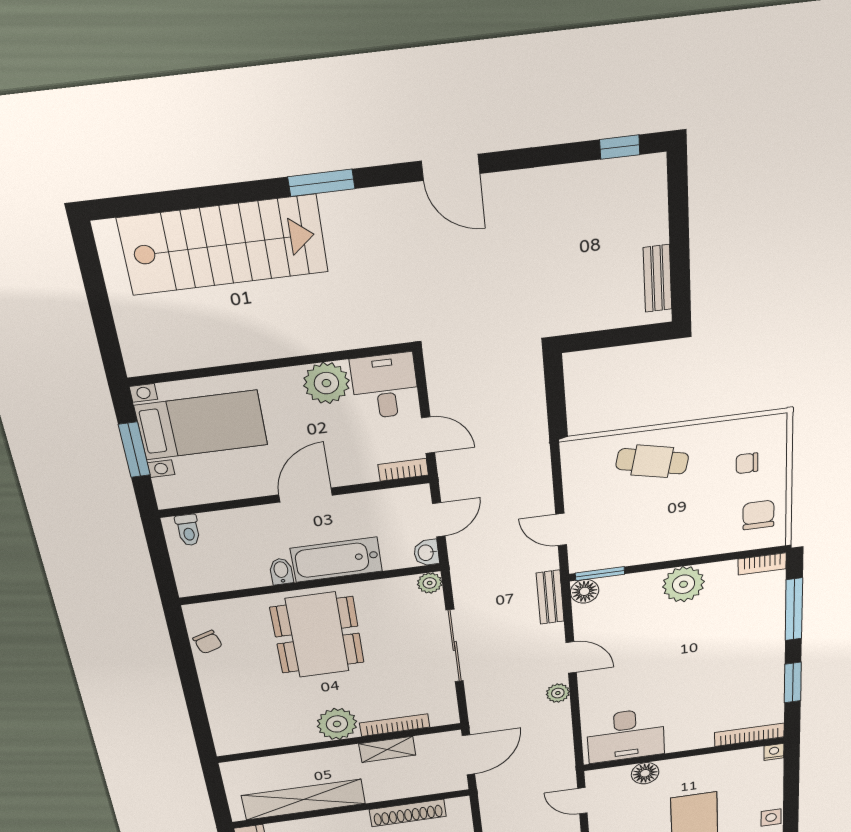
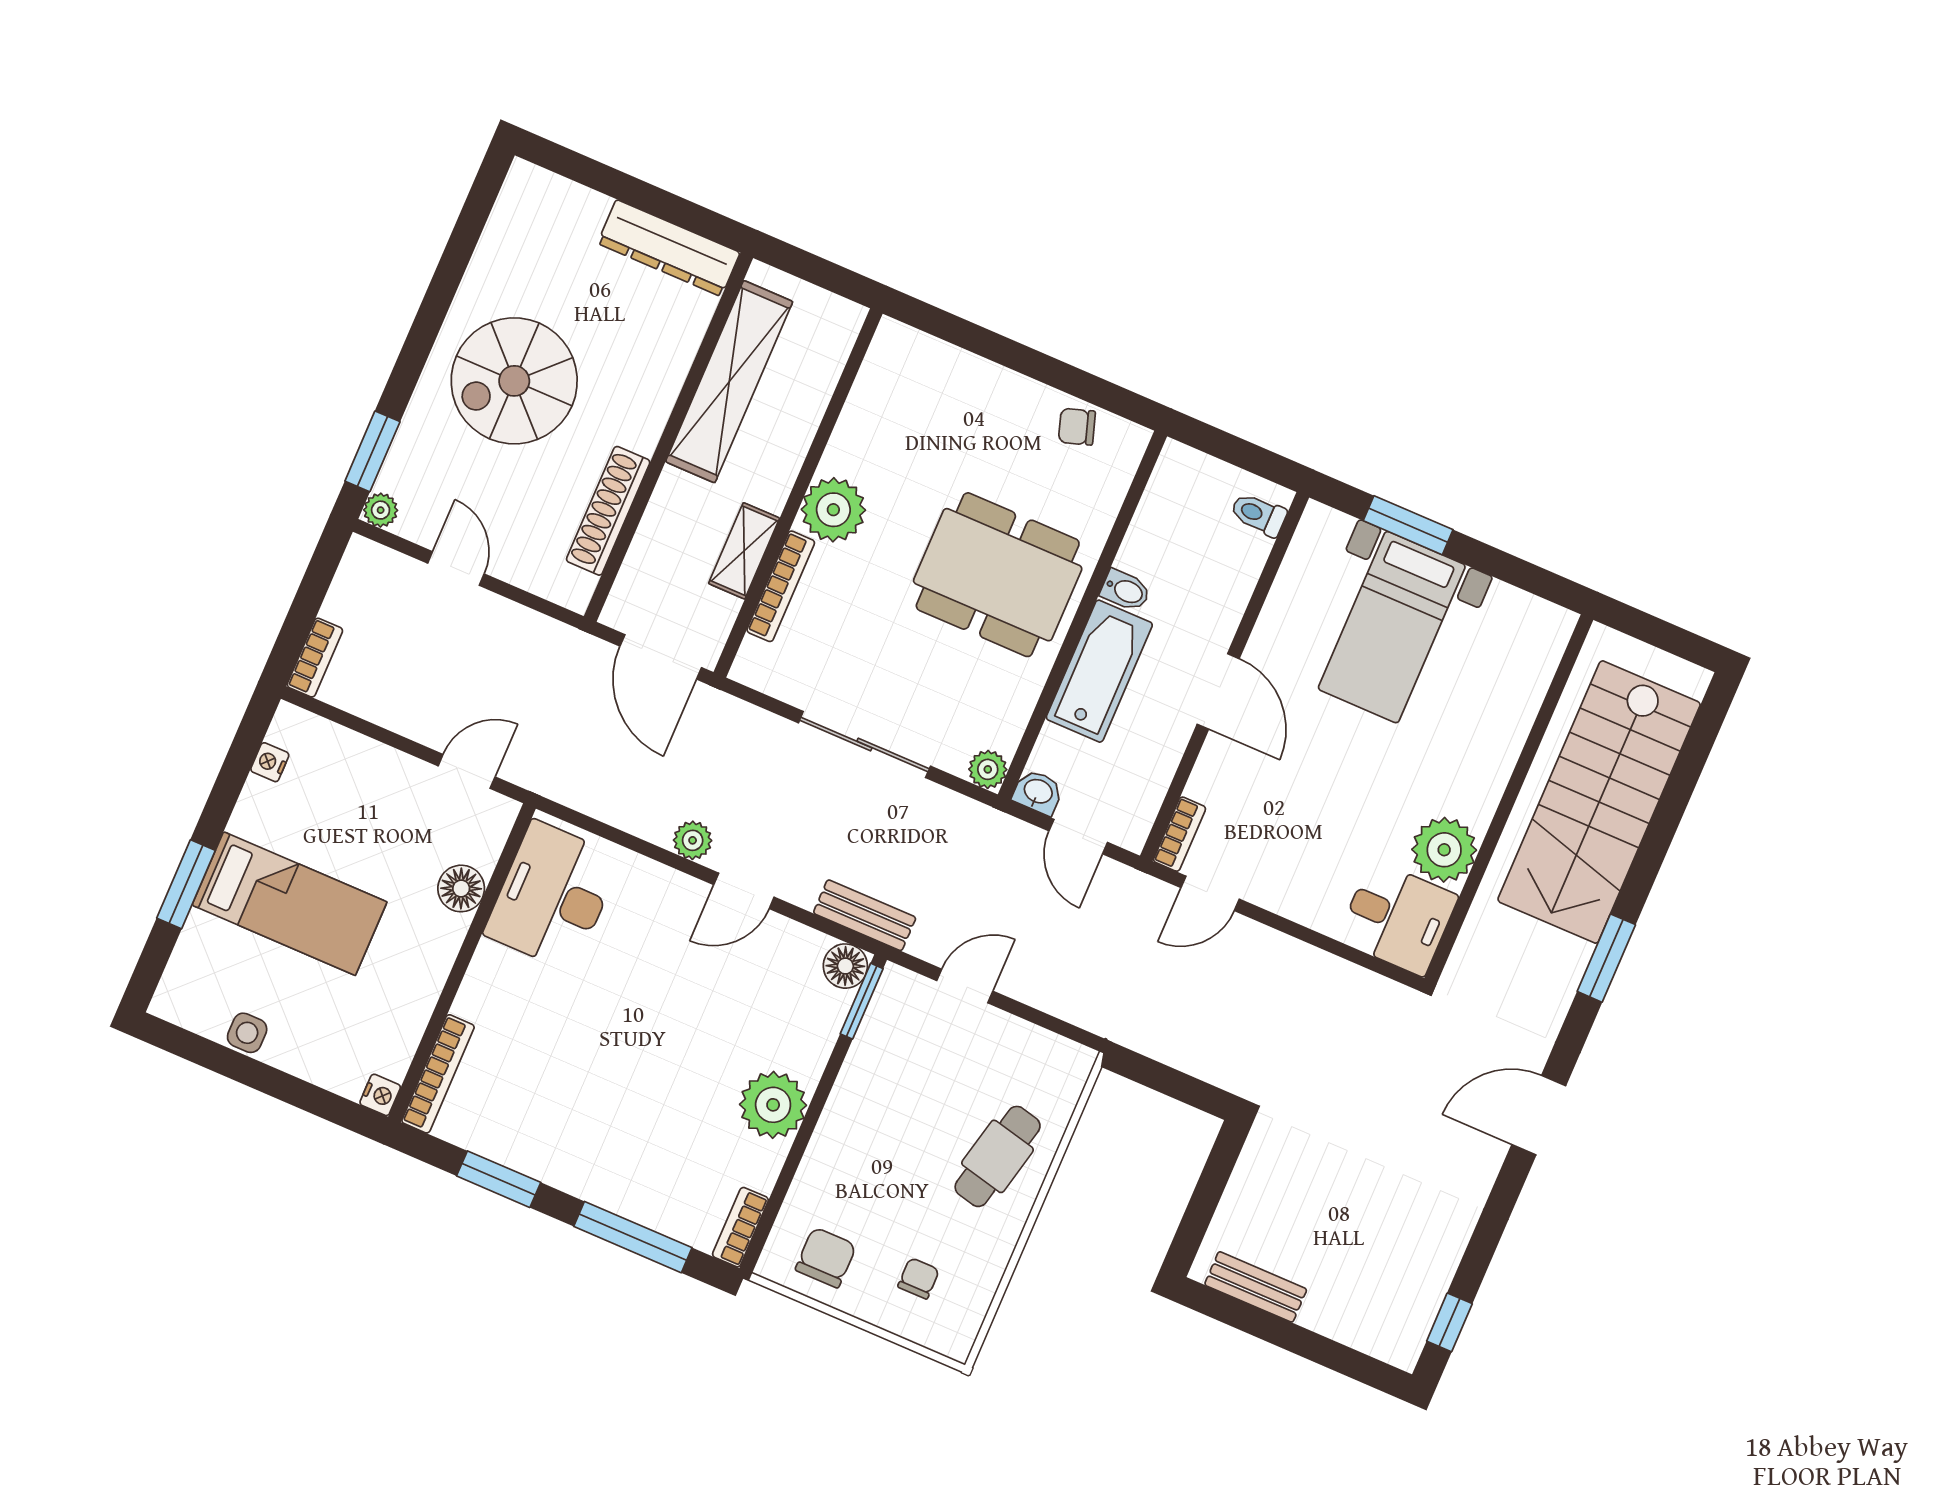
wall: (271, 364) -> (1509, 799), moved
plant: (326, 383) -> (1444, 850), moved
desk: (385, 386) -> (1398, 918), moved
chair: (758, 515) -> (826, 1258), turned -90

